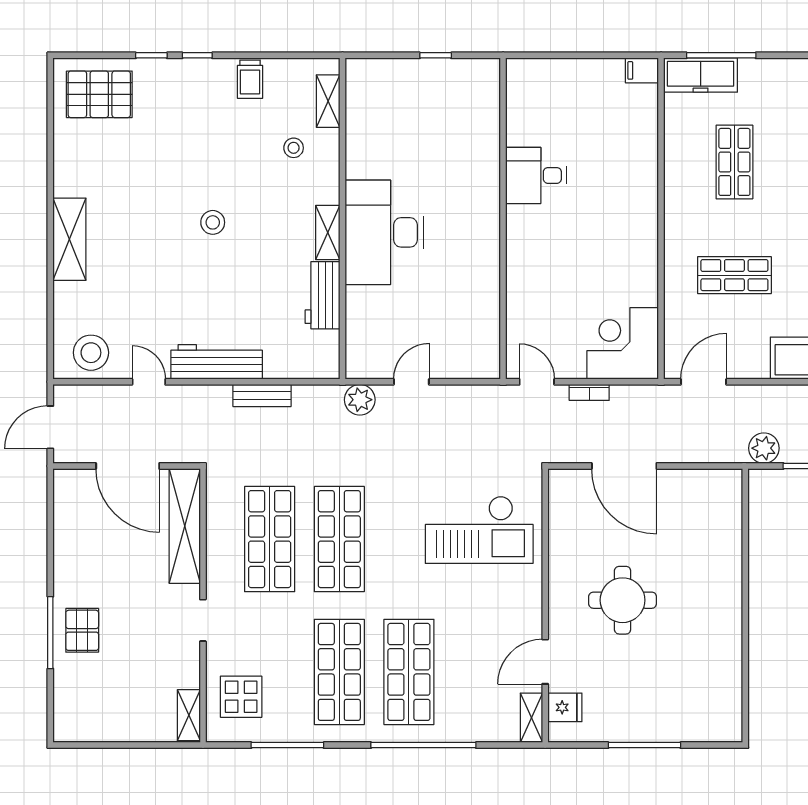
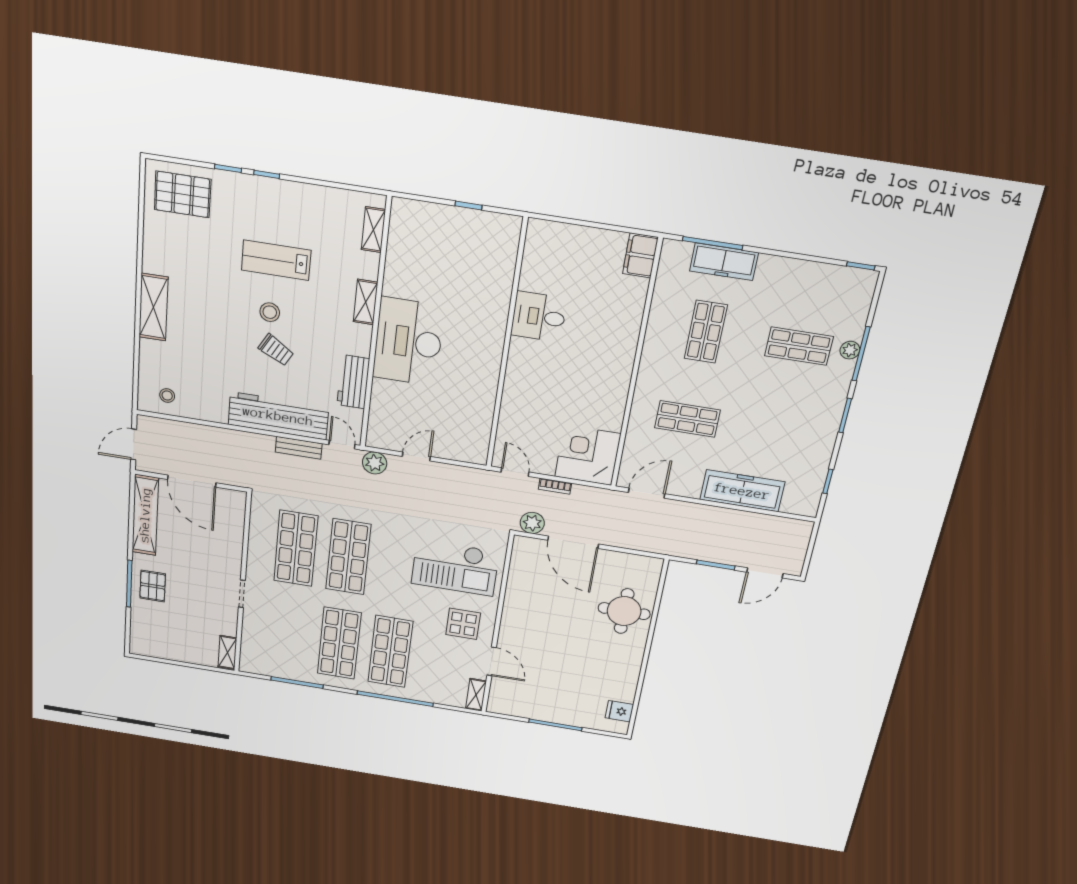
filing cabinet: (642, 70) -> (640, 255), width x2.00
freezer: (701, 75) -> (724, 262), moved
trolley: (250, 79) -> (276, 350), moved, turned -60
stool: (294, 148) -> (341, 263), removed
lab bench: (216, 156) -> (276, 260), added
shelving: (328, 233) -> (366, 302), moved
stool: (91, 353) -> (167, 396), width x0.53, depth x0.53
workbench: (217, 362) -> (278, 416), width x1.36, depth x1.32
door: (149, 382) -> (342, 445), moved
plant: (764, 448) -> (532, 523), moved
shelving: (185, 526) -> (145, 515), moved
round table: (623, 600) -> (624, 611), moved
door: (545, 662) -> (492, 661), swing flipped
display table: (241, 697) -> (463, 624), moved
fridge: (565, 707) -> (619, 711), moved, turned 180

